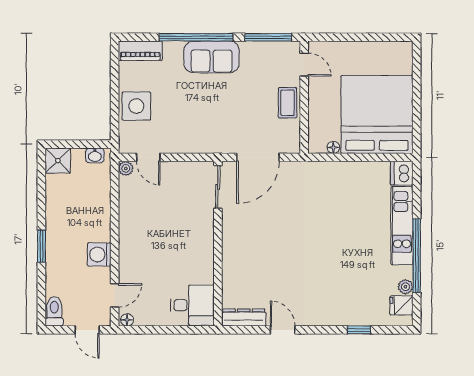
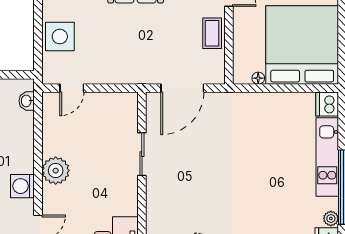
washbasin: (95, 155) -> (27, 101), moved, turned 90
door: (148, 157) -> (72, 88), hinge flipped
plant: (126, 168) -> (56, 171), moved, width x1.87, depth x1.87
sliding door: (218, 187) -> (142, 154), moved

